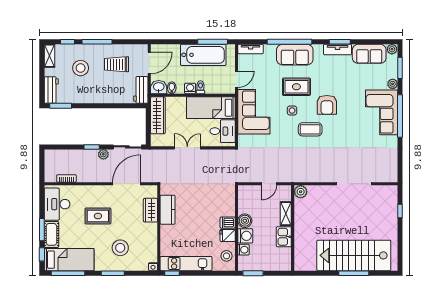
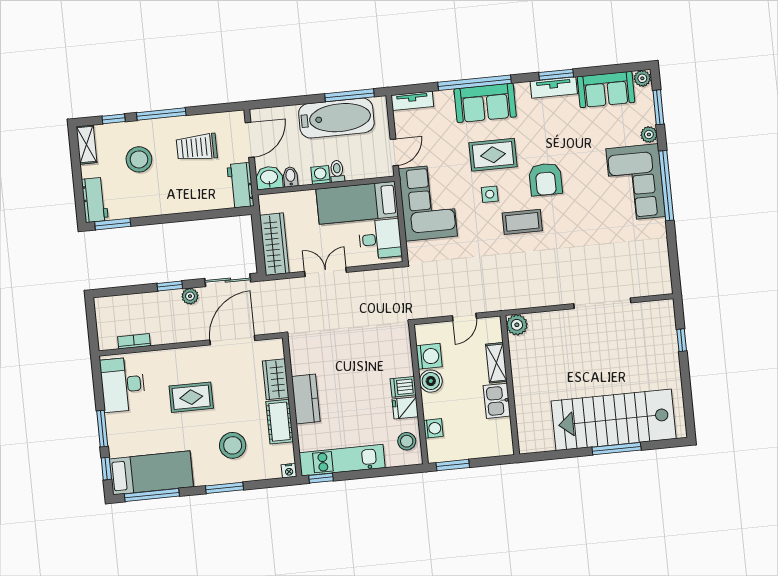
wardrobe: (158, 115) -> (274, 244), moved
kitchen counter: (168, 210) -> (306, 399), moved
cot: (51, 234) -> (280, 422), moved
washing machine: (245, 236) -> (429, 356), moved

